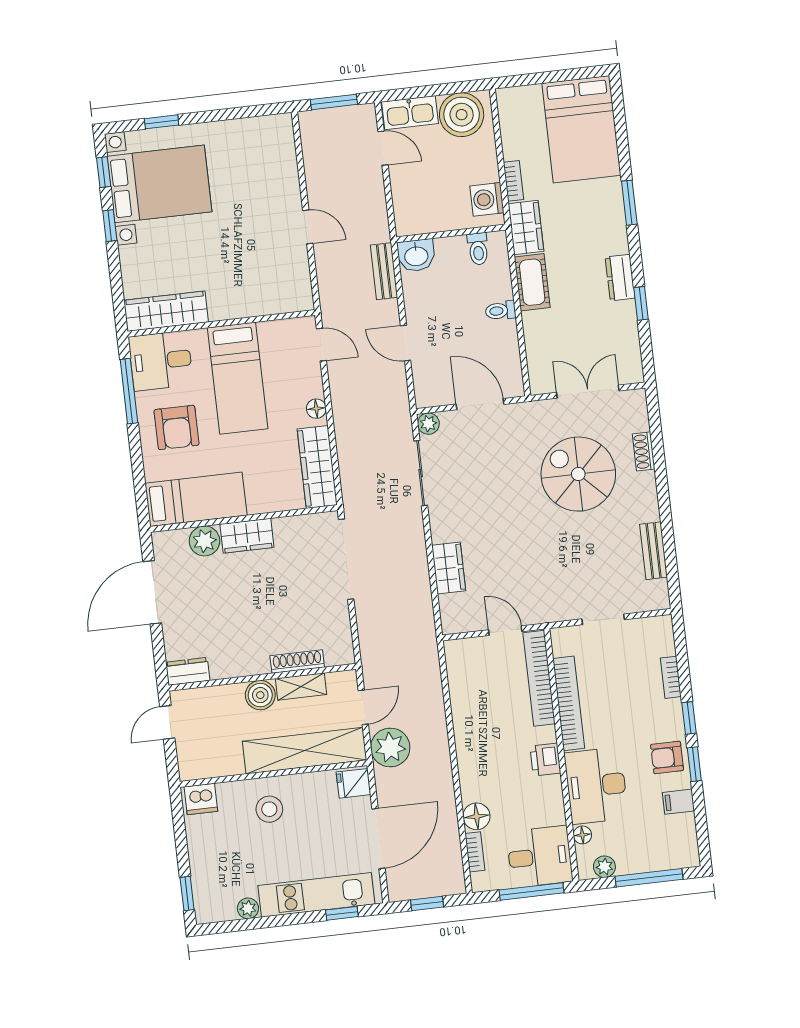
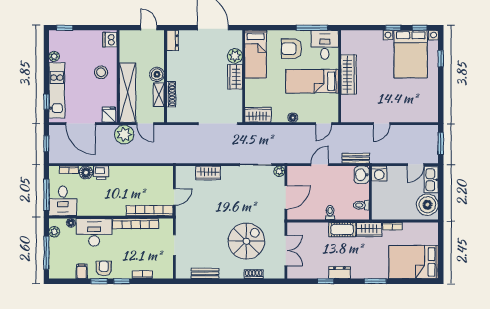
washing machine: (487, 199) -> (379, 173), moved, turned 180
wardrobe: (166, 311) -> (349, 75), moved
wardrobe: (317, 467) -> (258, 115), width x0.67
printer: (545, 760) -> (101, 173), moved, turned 180

